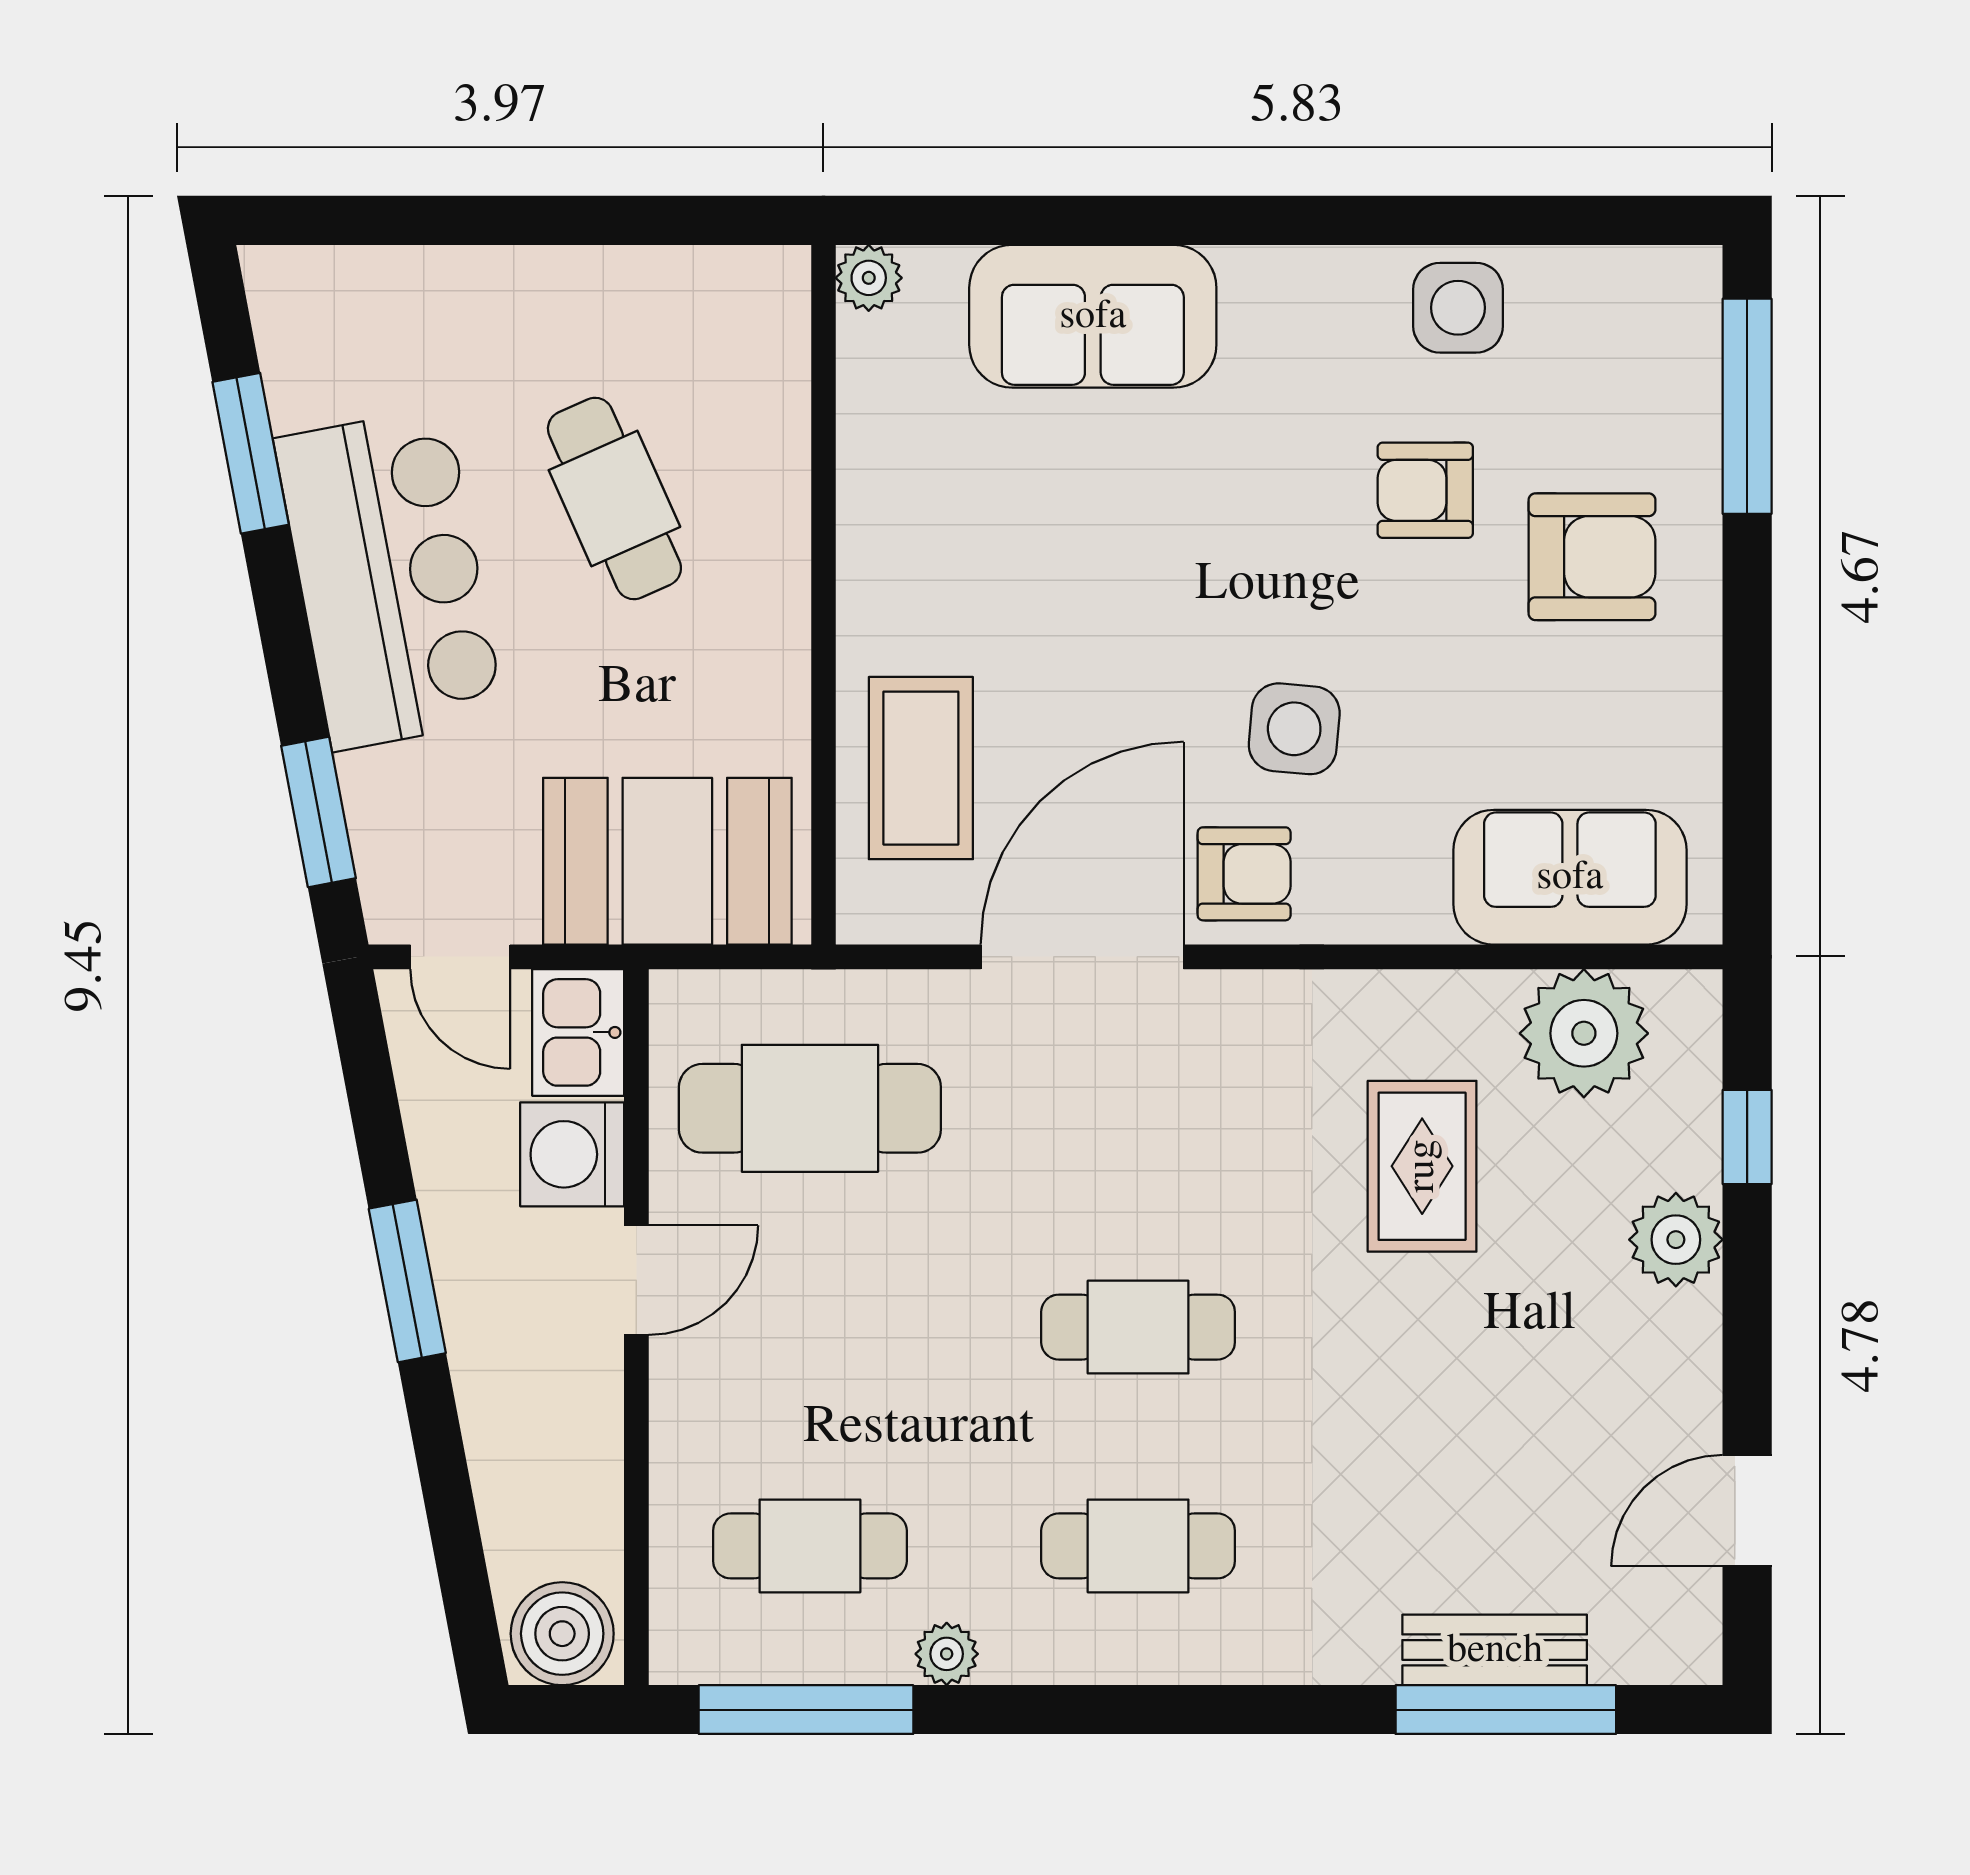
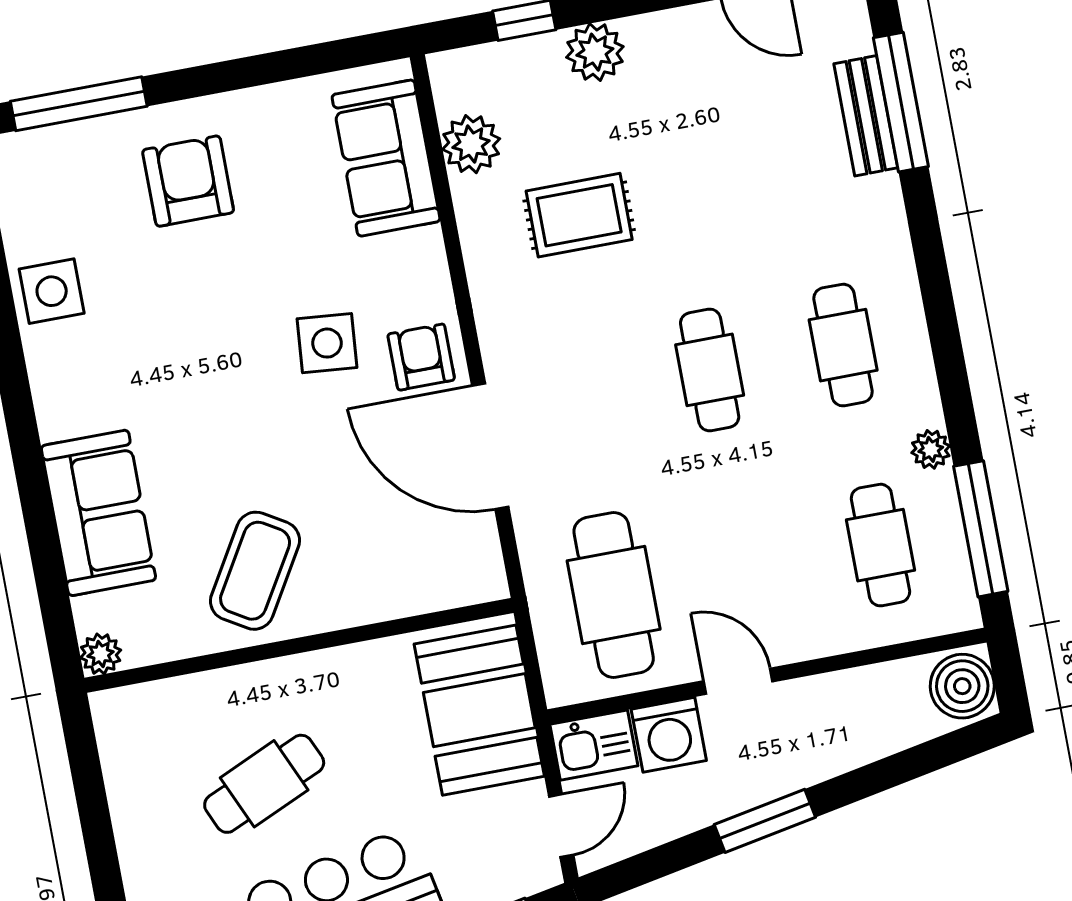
armchair: (1425, 490) -> (167, 290), removed
coffee table: (921, 768) -> (255, 571), moved, turned -59
plant: (1584, 1033) -> (471, 144), width x0.73, depth x0.73

